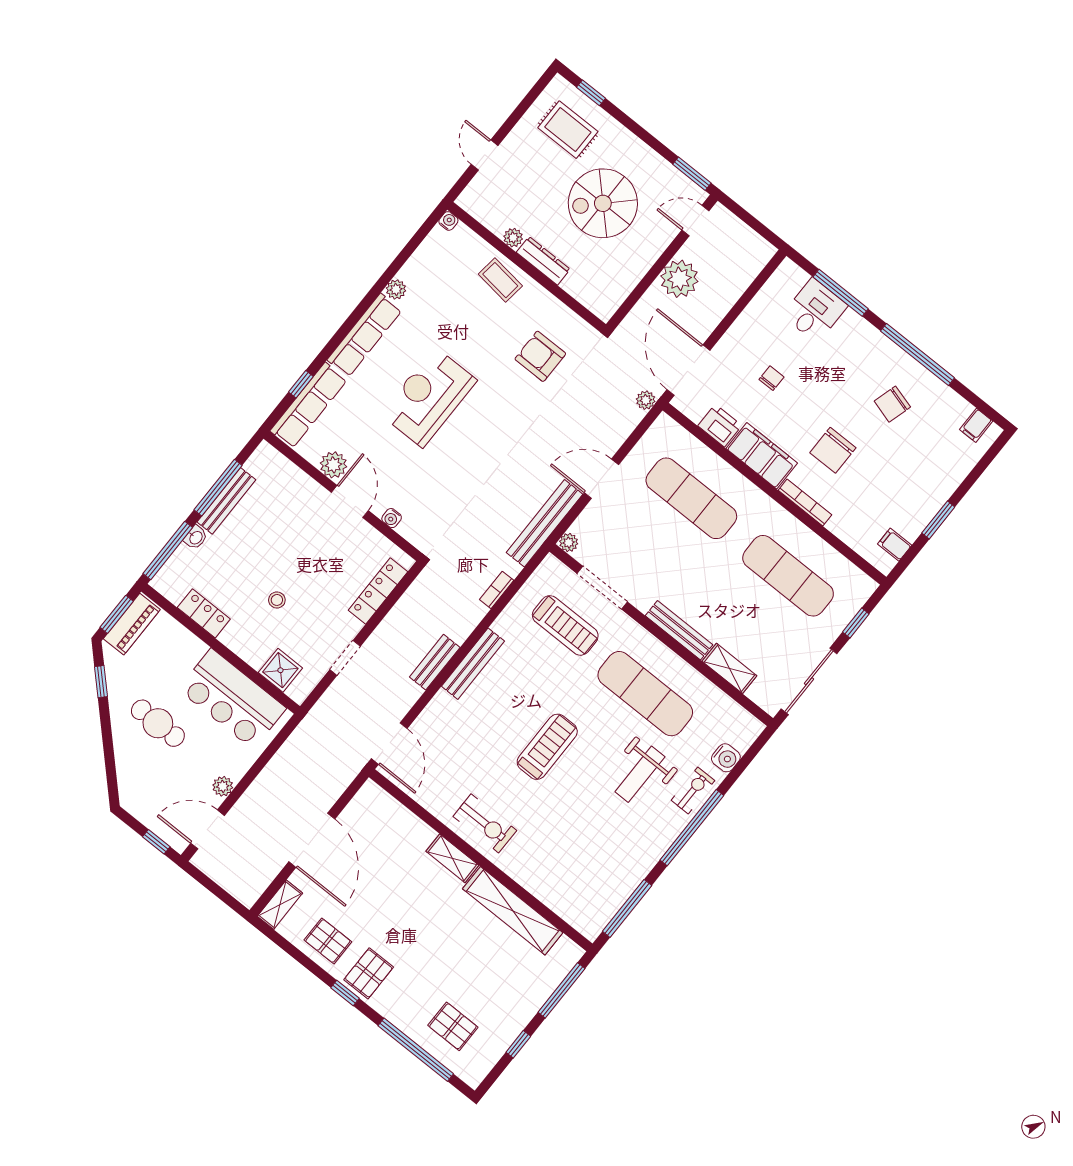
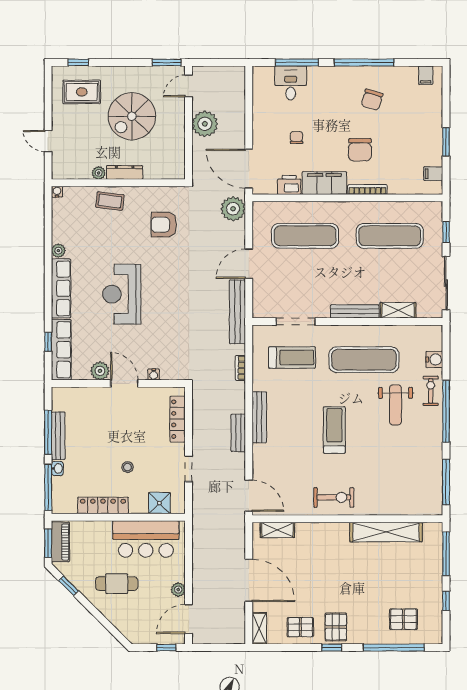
plant: (646, 400) -> (233, 209), width x1.87, depth x1.87
plant: (569, 543) -> (259, 312), removed
locker: (204, 613) -> (103, 505), width x1.53
shelving: (452, 858) -> (277, 530), moved

